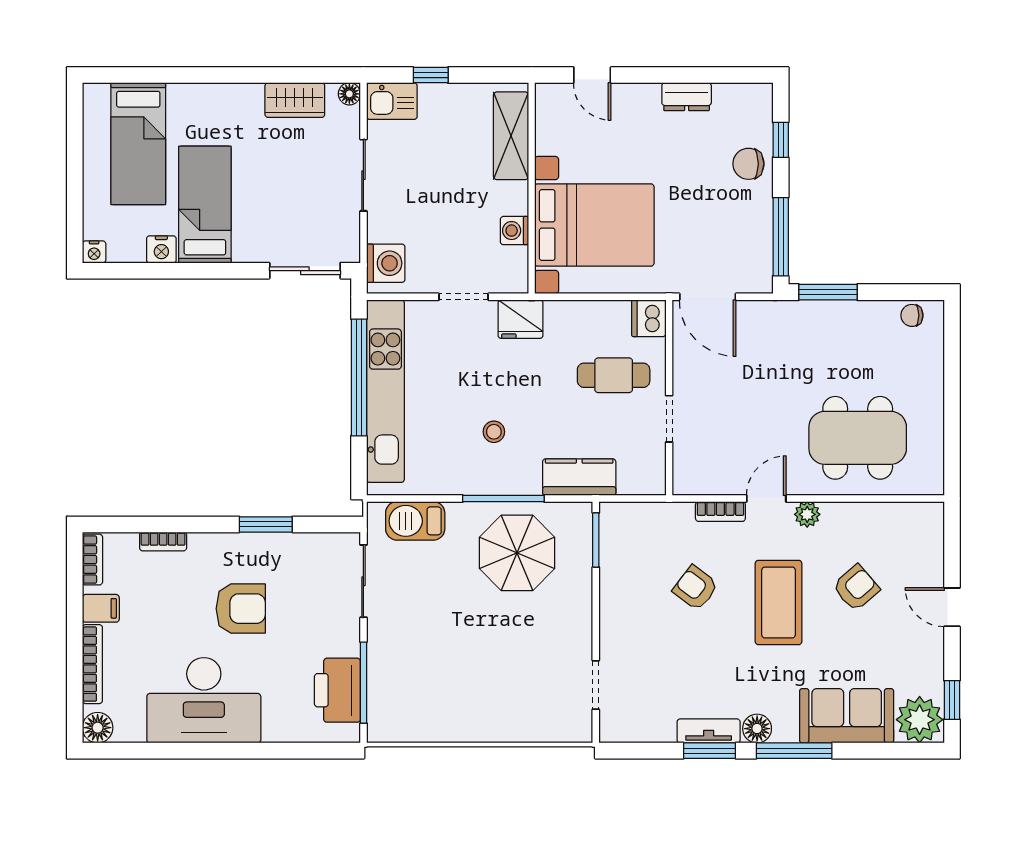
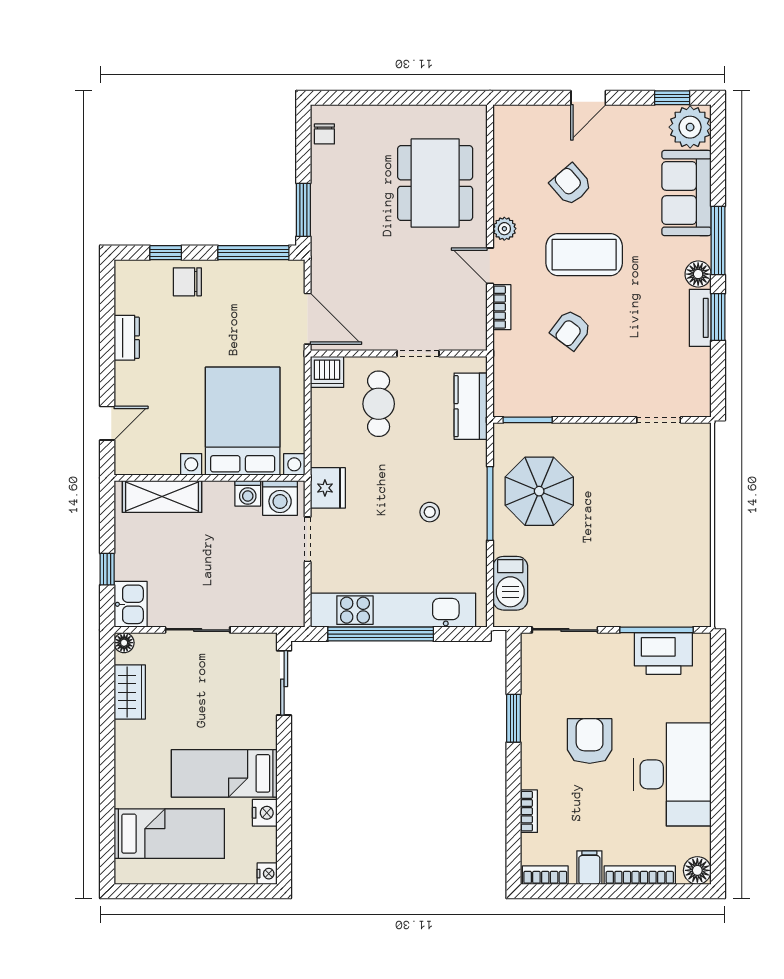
chair: (748, 164) -> (187, 282), turned 90
washing machine: (386, 263) -> (280, 498), moved, turned 180
door: (708, 297) -> (308, 319), hinge flipped
kitchen counter: (579, 477) -> (471, 406), moved

